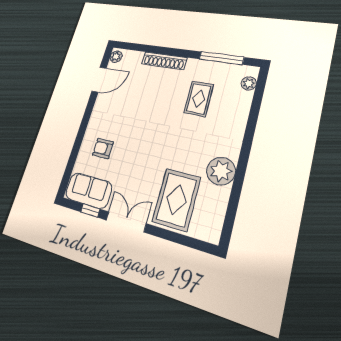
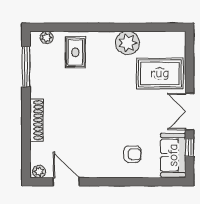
rug: (199, 99) -> (75, 52), moved, turned 90
armchair: (103, 148) -> (132, 154), turned -90

